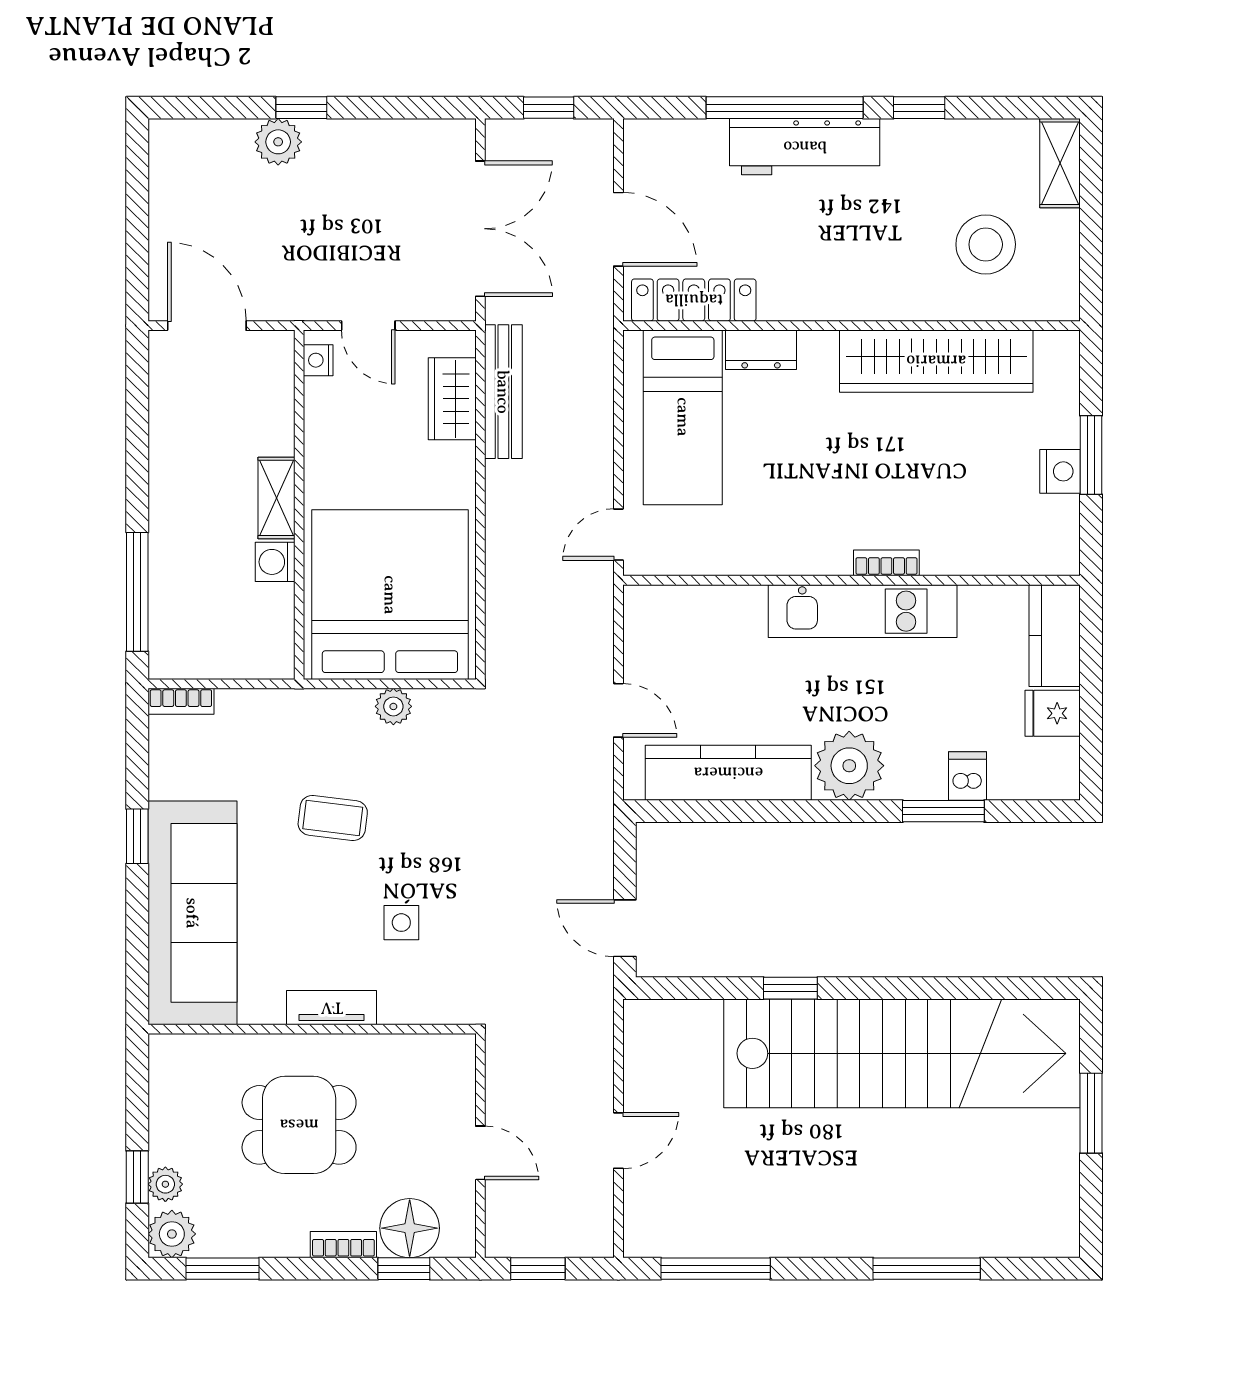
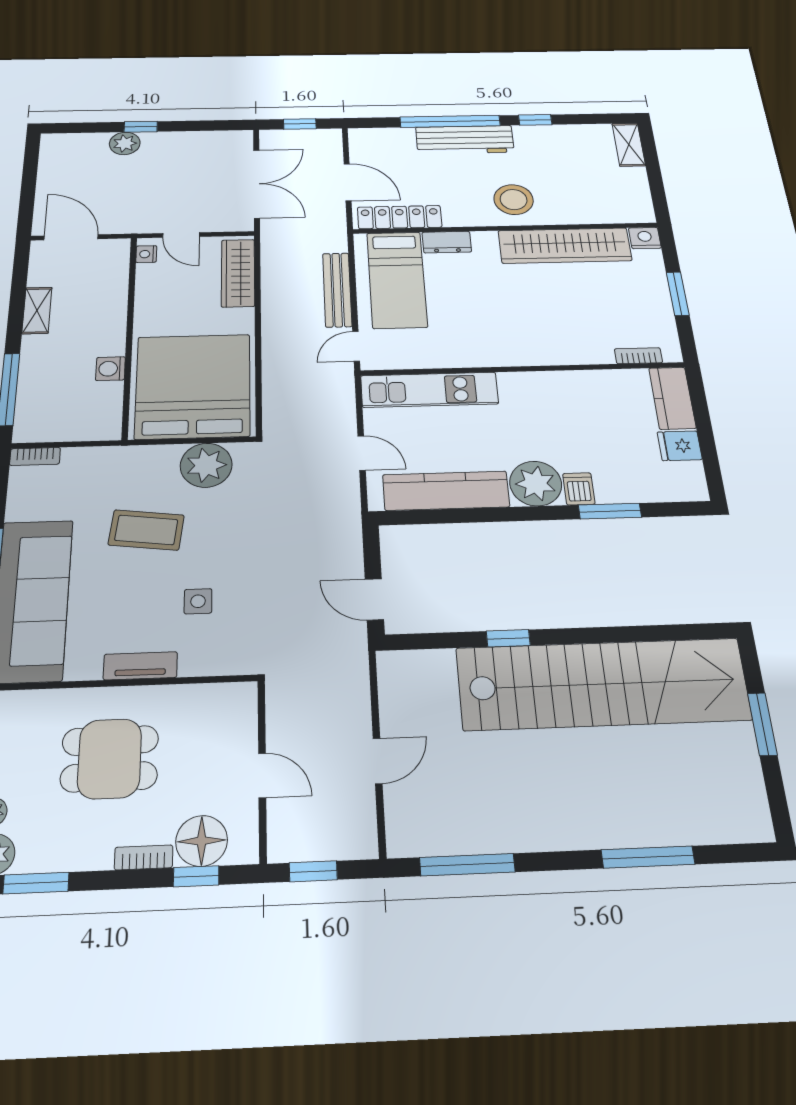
stool: (986, 244) -> (514, 200), moved
bench: (503, 392) -> (337, 290), moved
wardrobe: (452, 399) -> (238, 273), width x1.50
nightstand: (1060, 471) -> (645, 238), moved, turned -90
shelving: (276, 498) -> (37, 310), moved
bookcase: (886, 563) -> (638, 356), moved
kitchen unit: (863, 611) -> (429, 390), moved
plant: (393, 706) -> (206, 465), width x1.87, depth x1.87
dishwasher: (967, 776) -> (579, 489), moved
coffee table: (333, 818) -> (146, 530), width x1.36, depth x1.30

